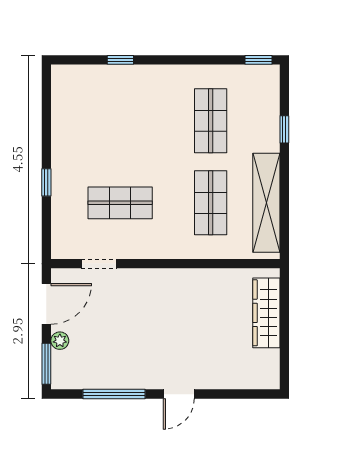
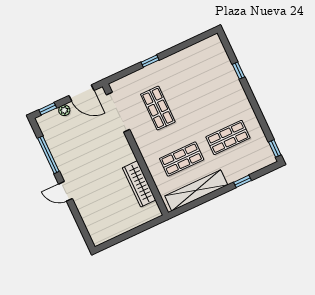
doorway: (99, 264) -> (118, 112), width x1.88
wardrobe: (266, 313) -> (139, 184), moved, turned -90
window: (46, 364) -> (48, 109), width x0.67

